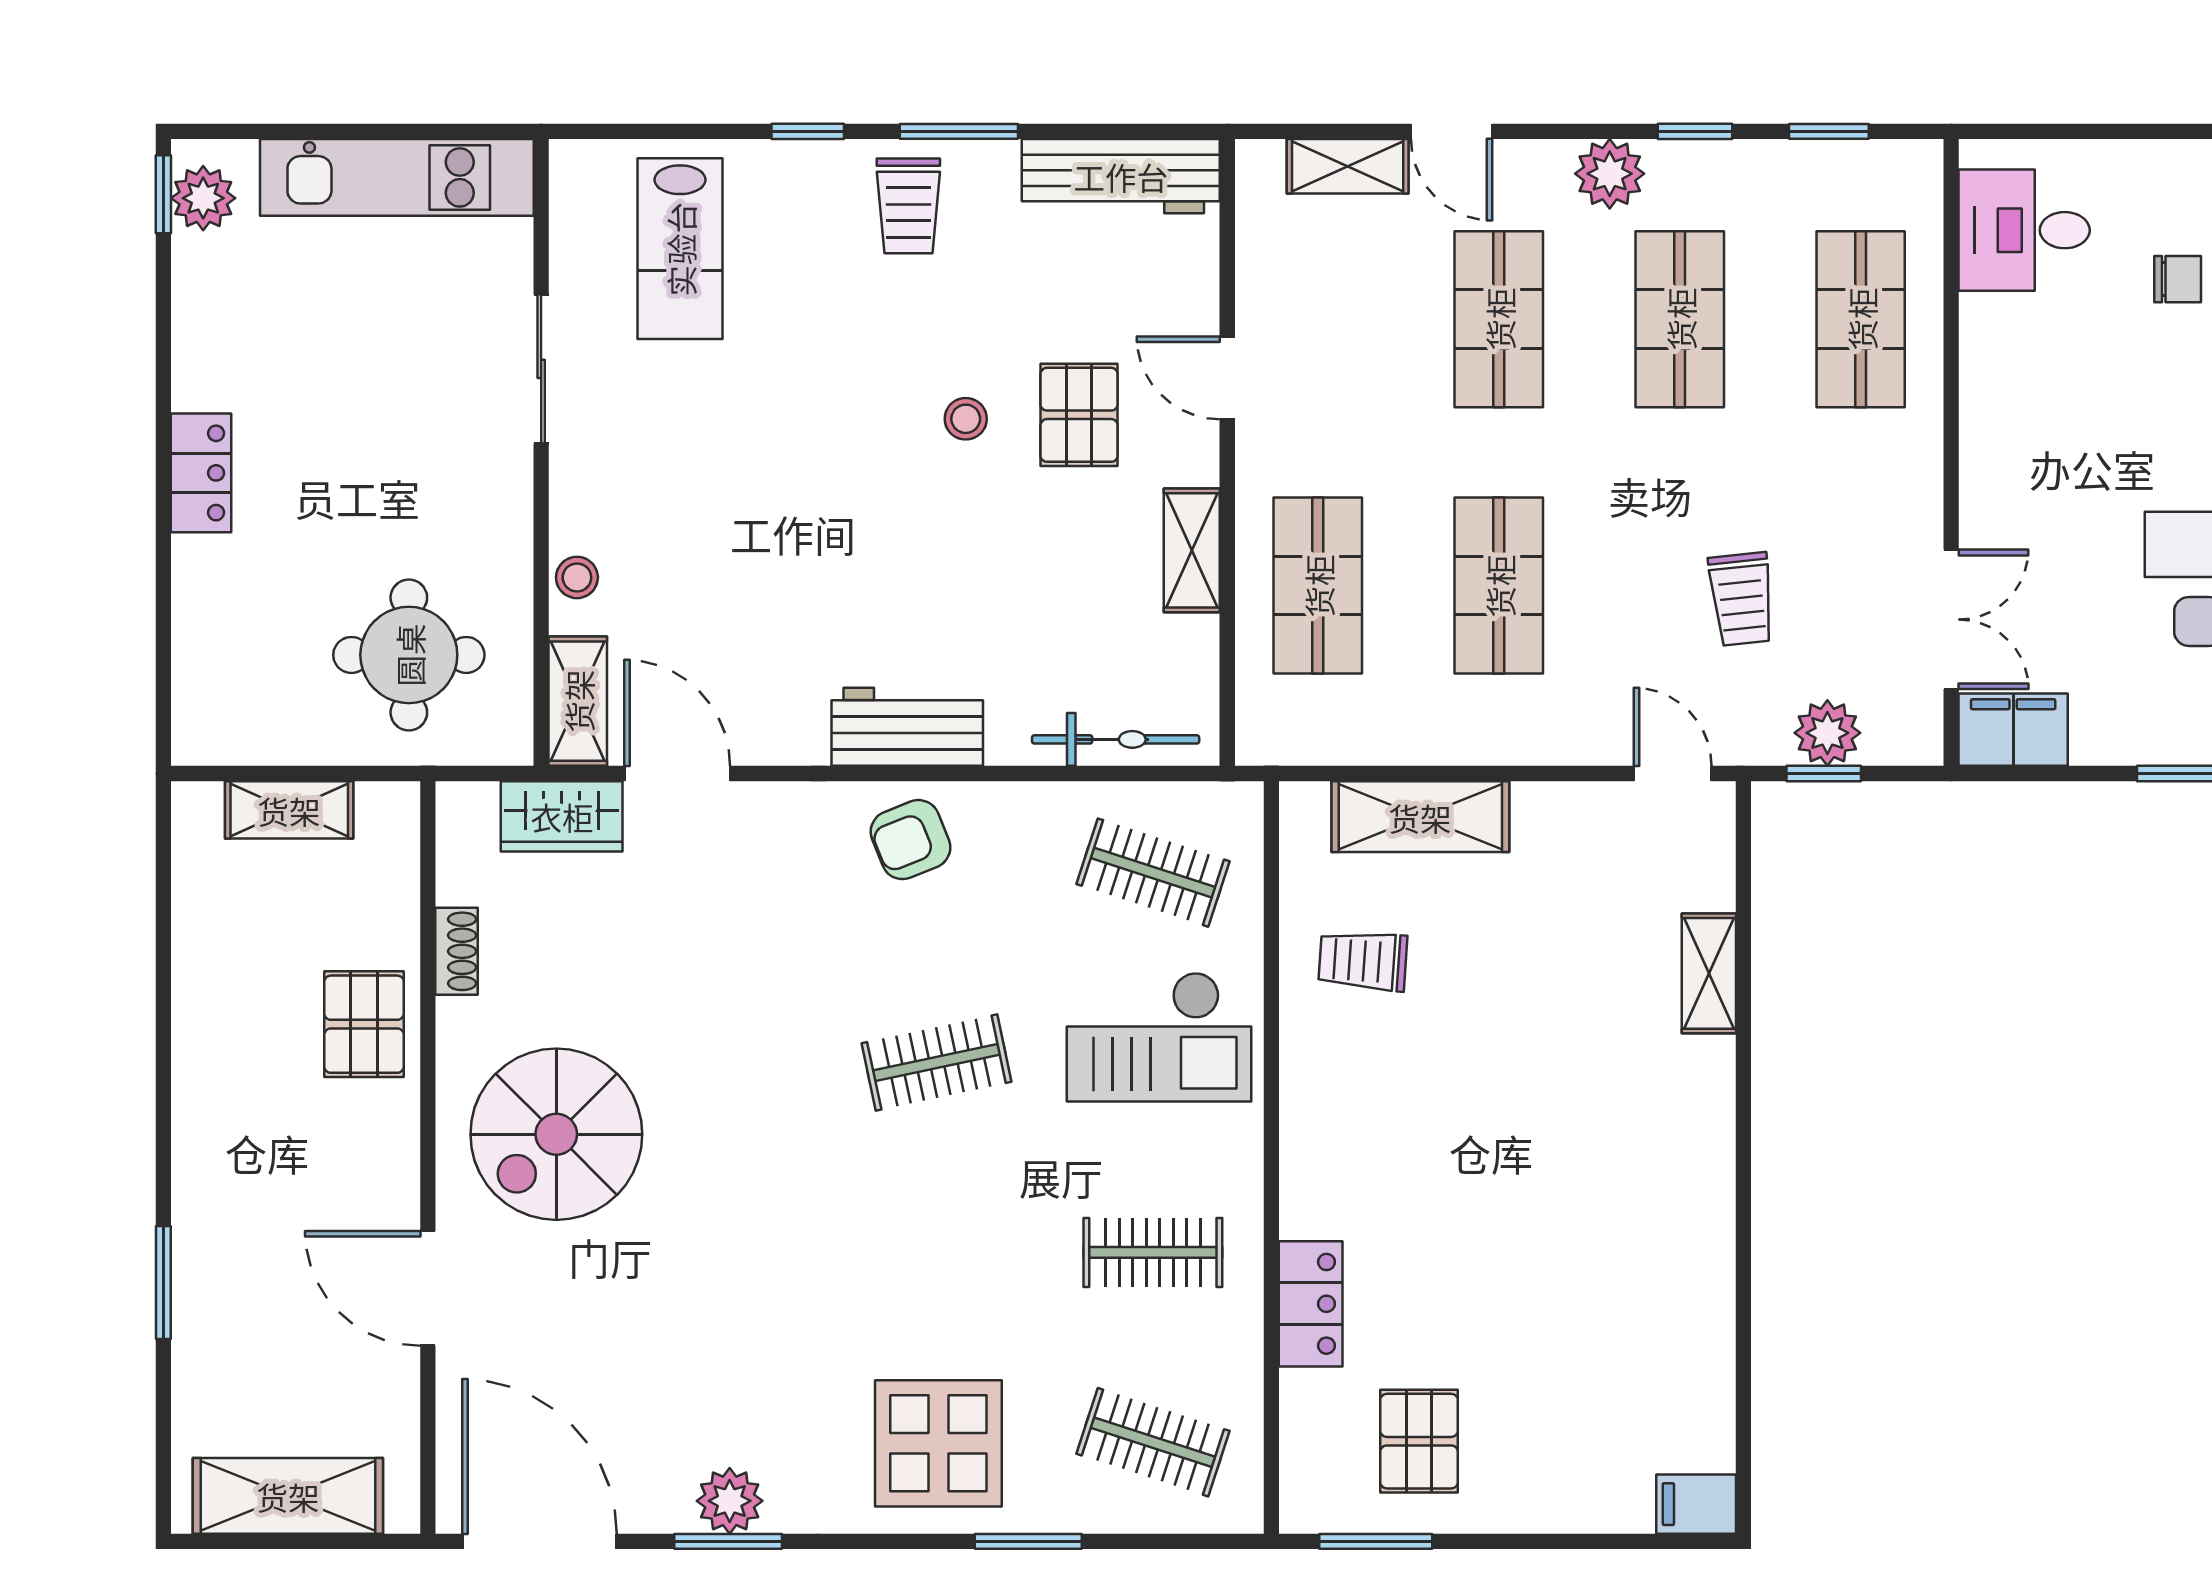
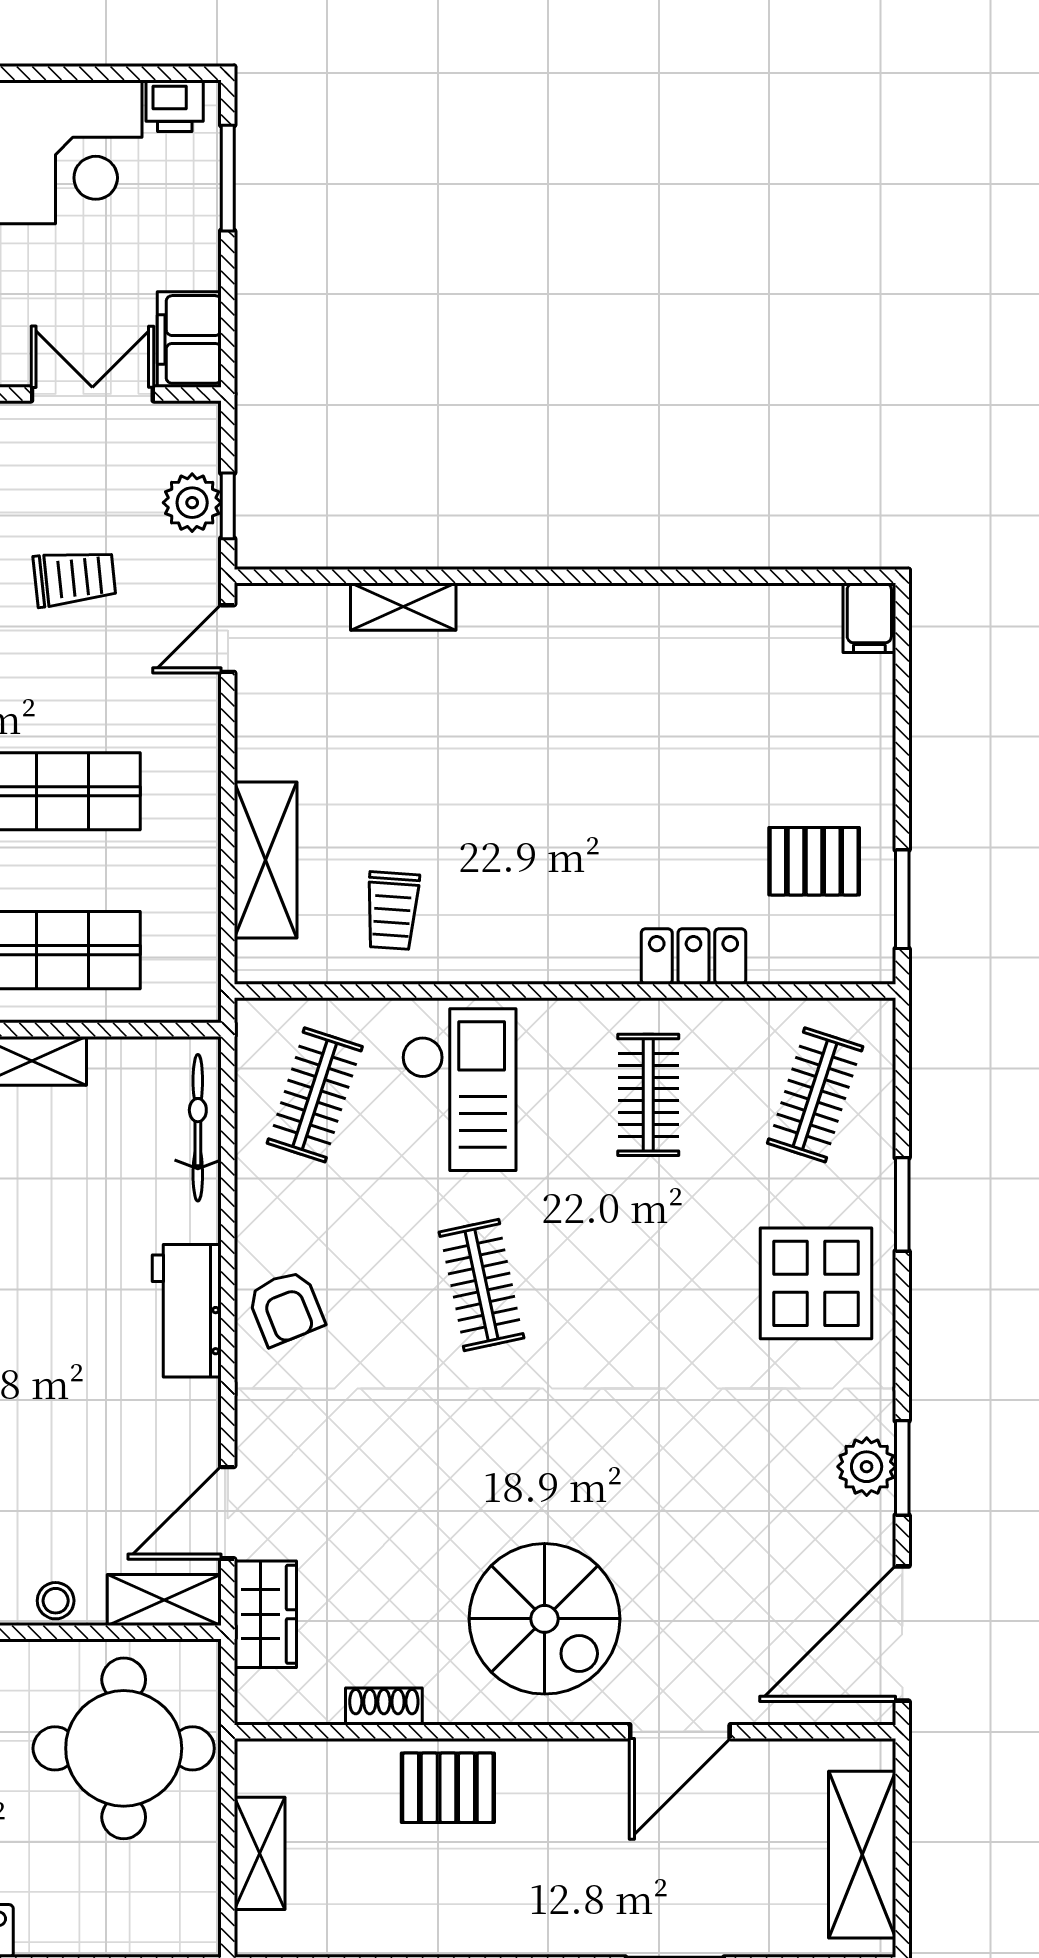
round table: (409, 655) -> (124, 1748), width x1.36, depth x1.36

